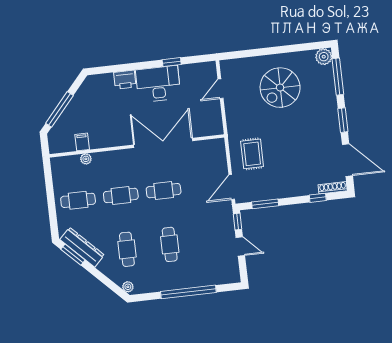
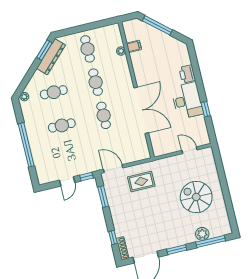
plant: (324, 57) -> (202, 234), moved

